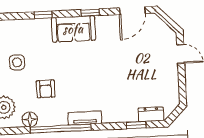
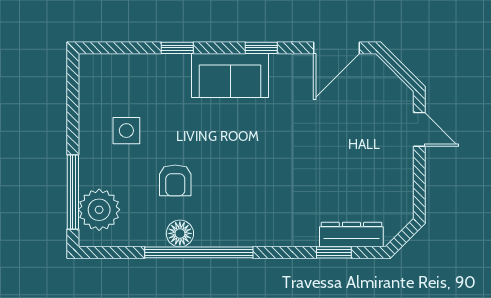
dresser: (151, 114) -> (351, 235), width x1.44
tv unit: (85, 118) -> (243, 236), removed
floor lamp: (30, 119) -> (180, 233), moved

